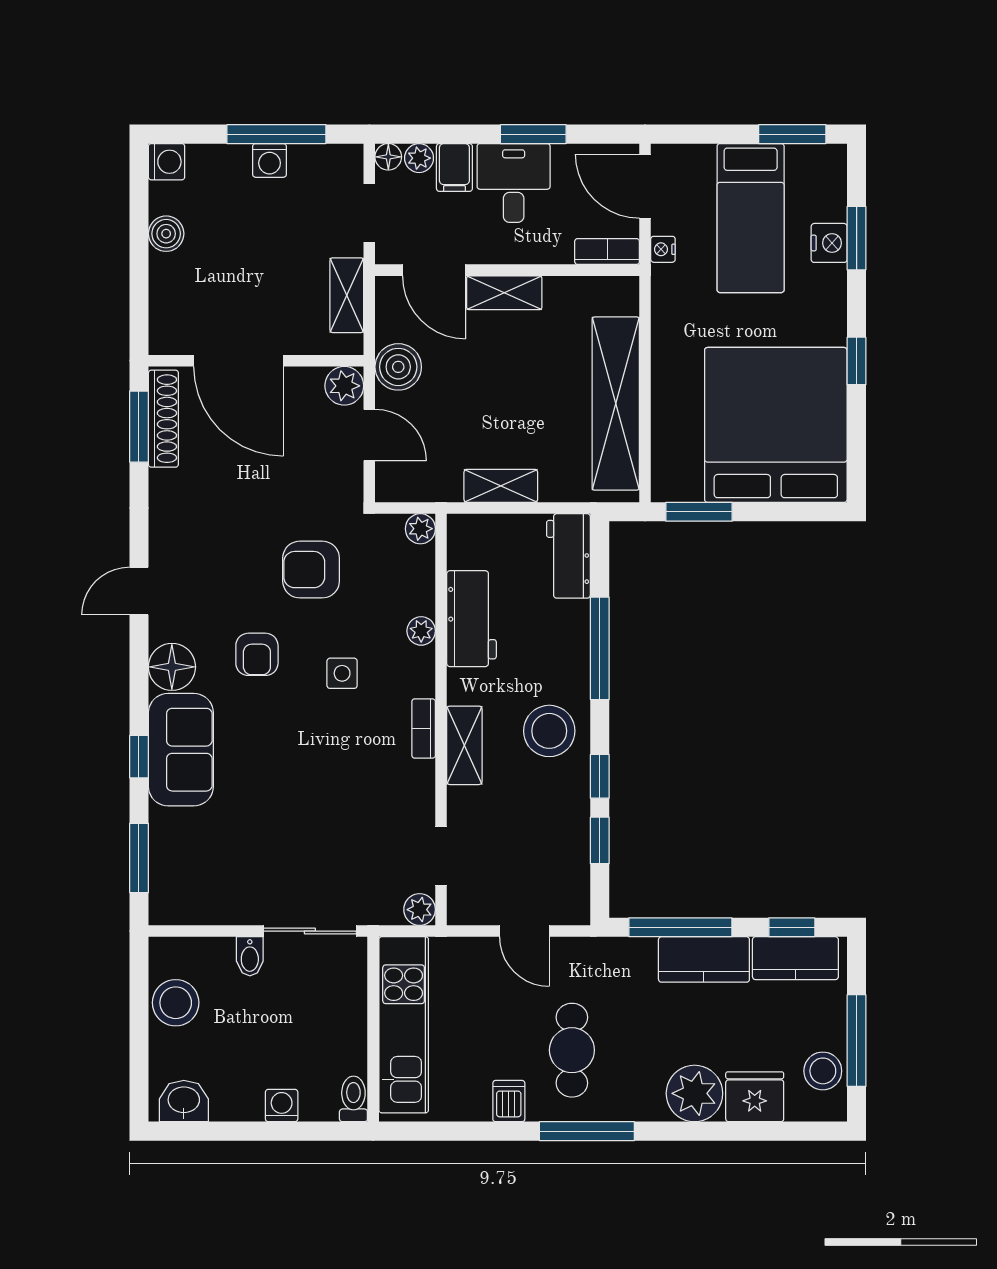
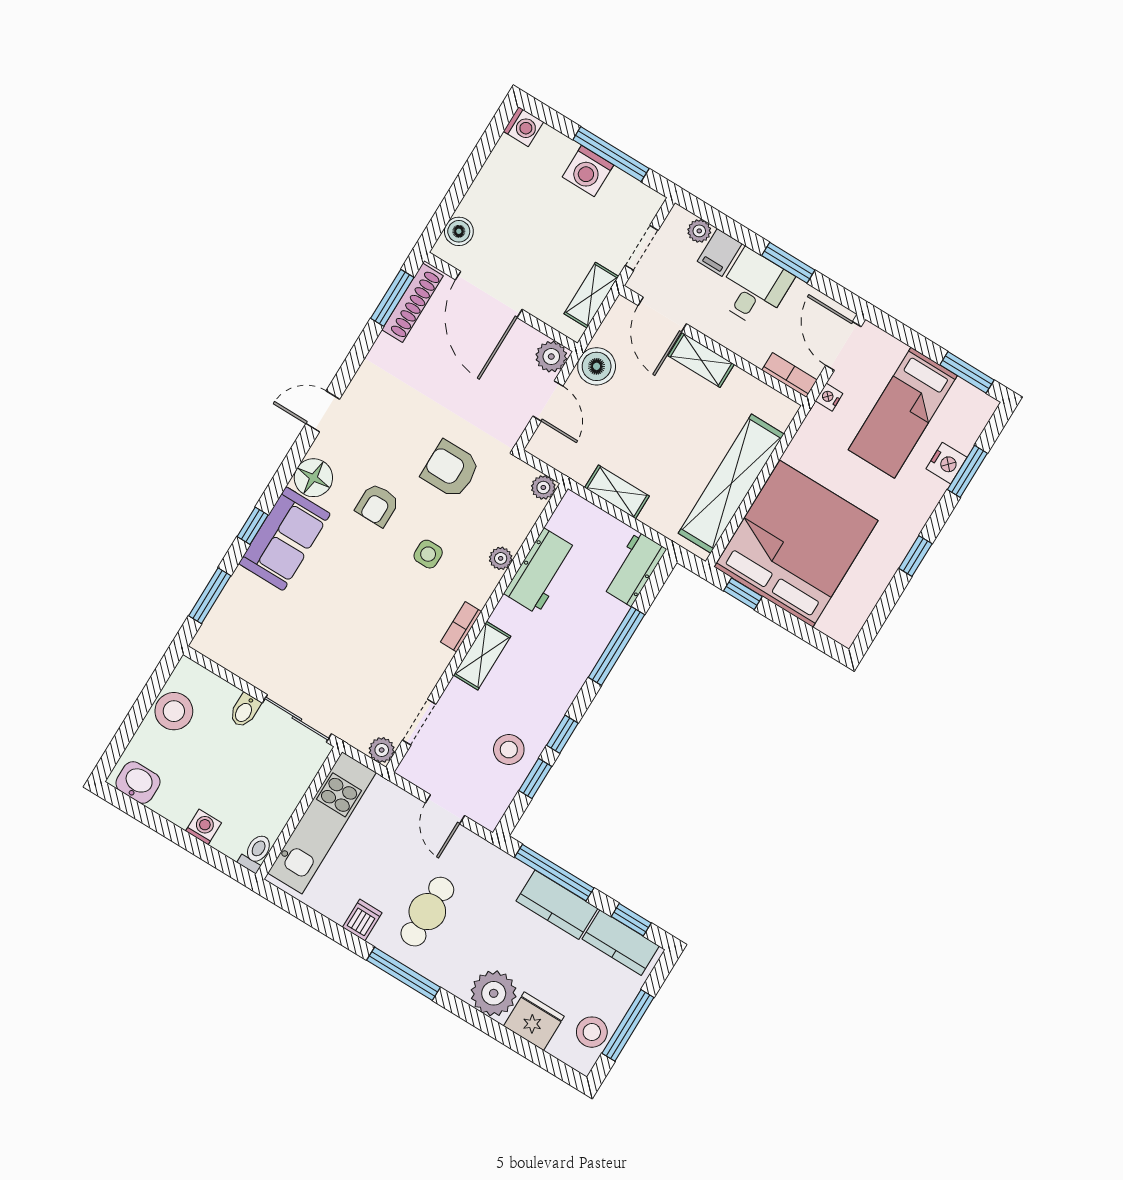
floor lamp: (388, 157) -> (679, 217), removed
washing machine: (270, 160) -> (588, 171), width x1.38, depth x1.38
boiler: (166, 234) -> (459, 231), moved
bed: (776, 425) -> (796, 544), moved
window: (699, 512) -> (743, 594), width x0.67
stool: (549, 731) -> (509, 750), moved, width x0.73, depth x0.73

